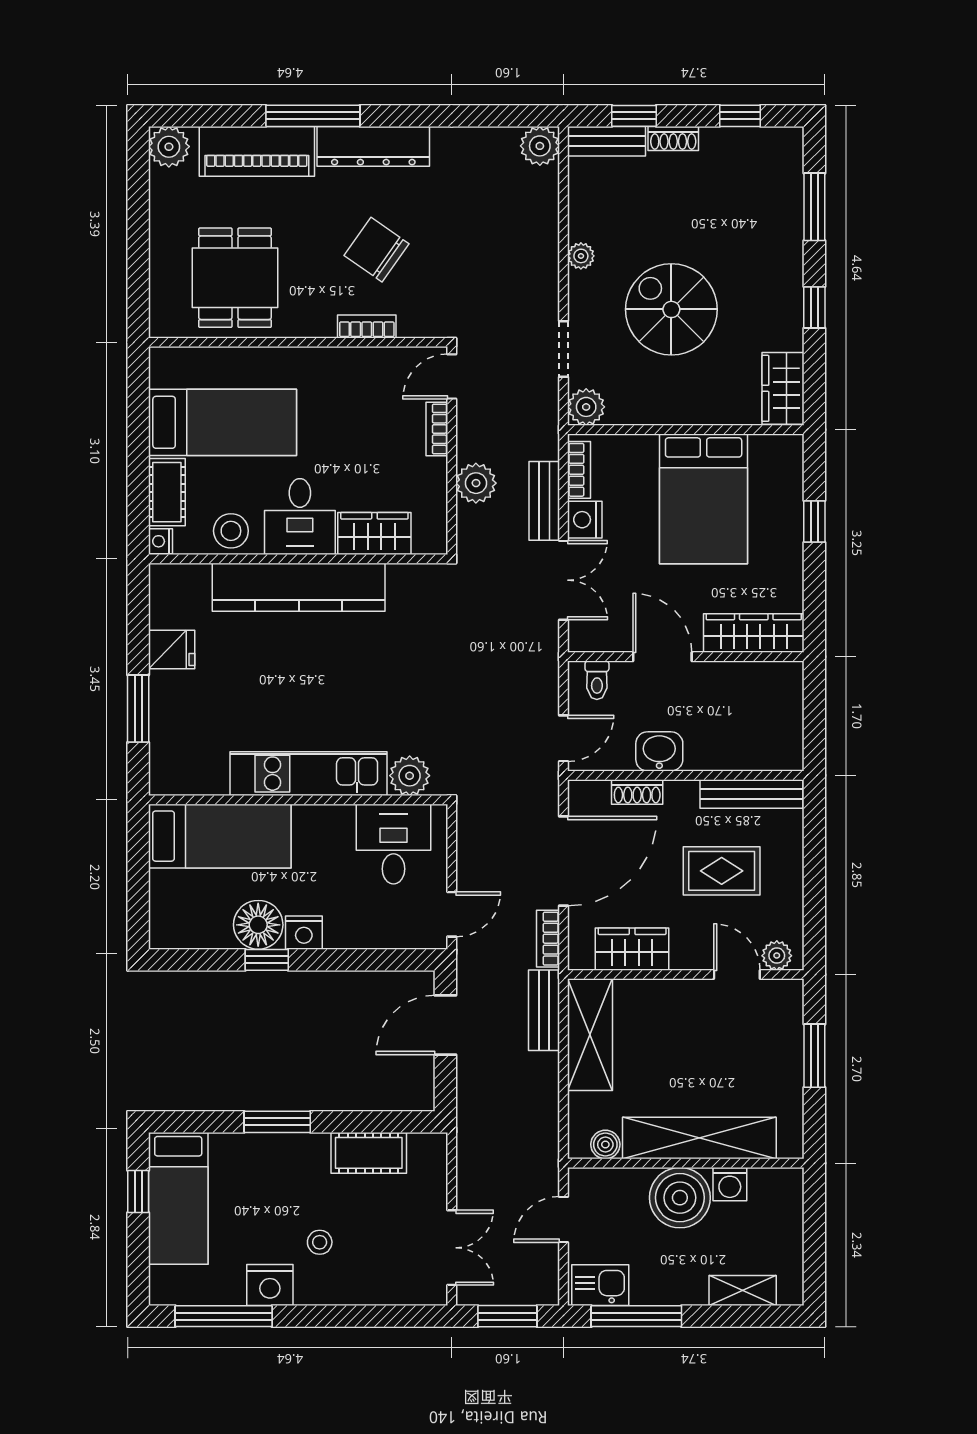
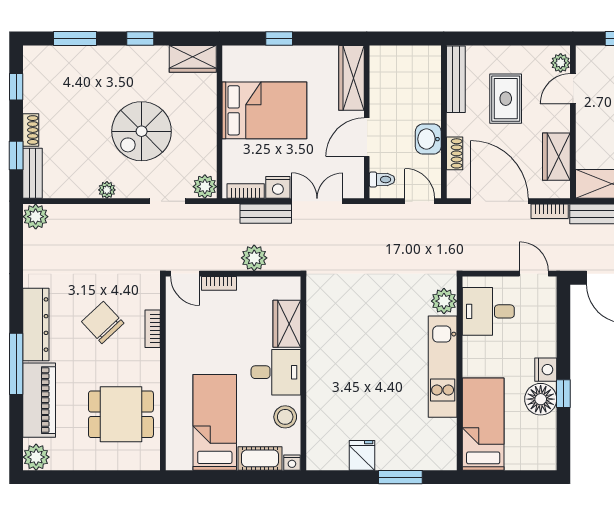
chair: (377, 250) -> (103, 322), turned 102
kitchen counter: (299, 587) -> (322, 373), removed

